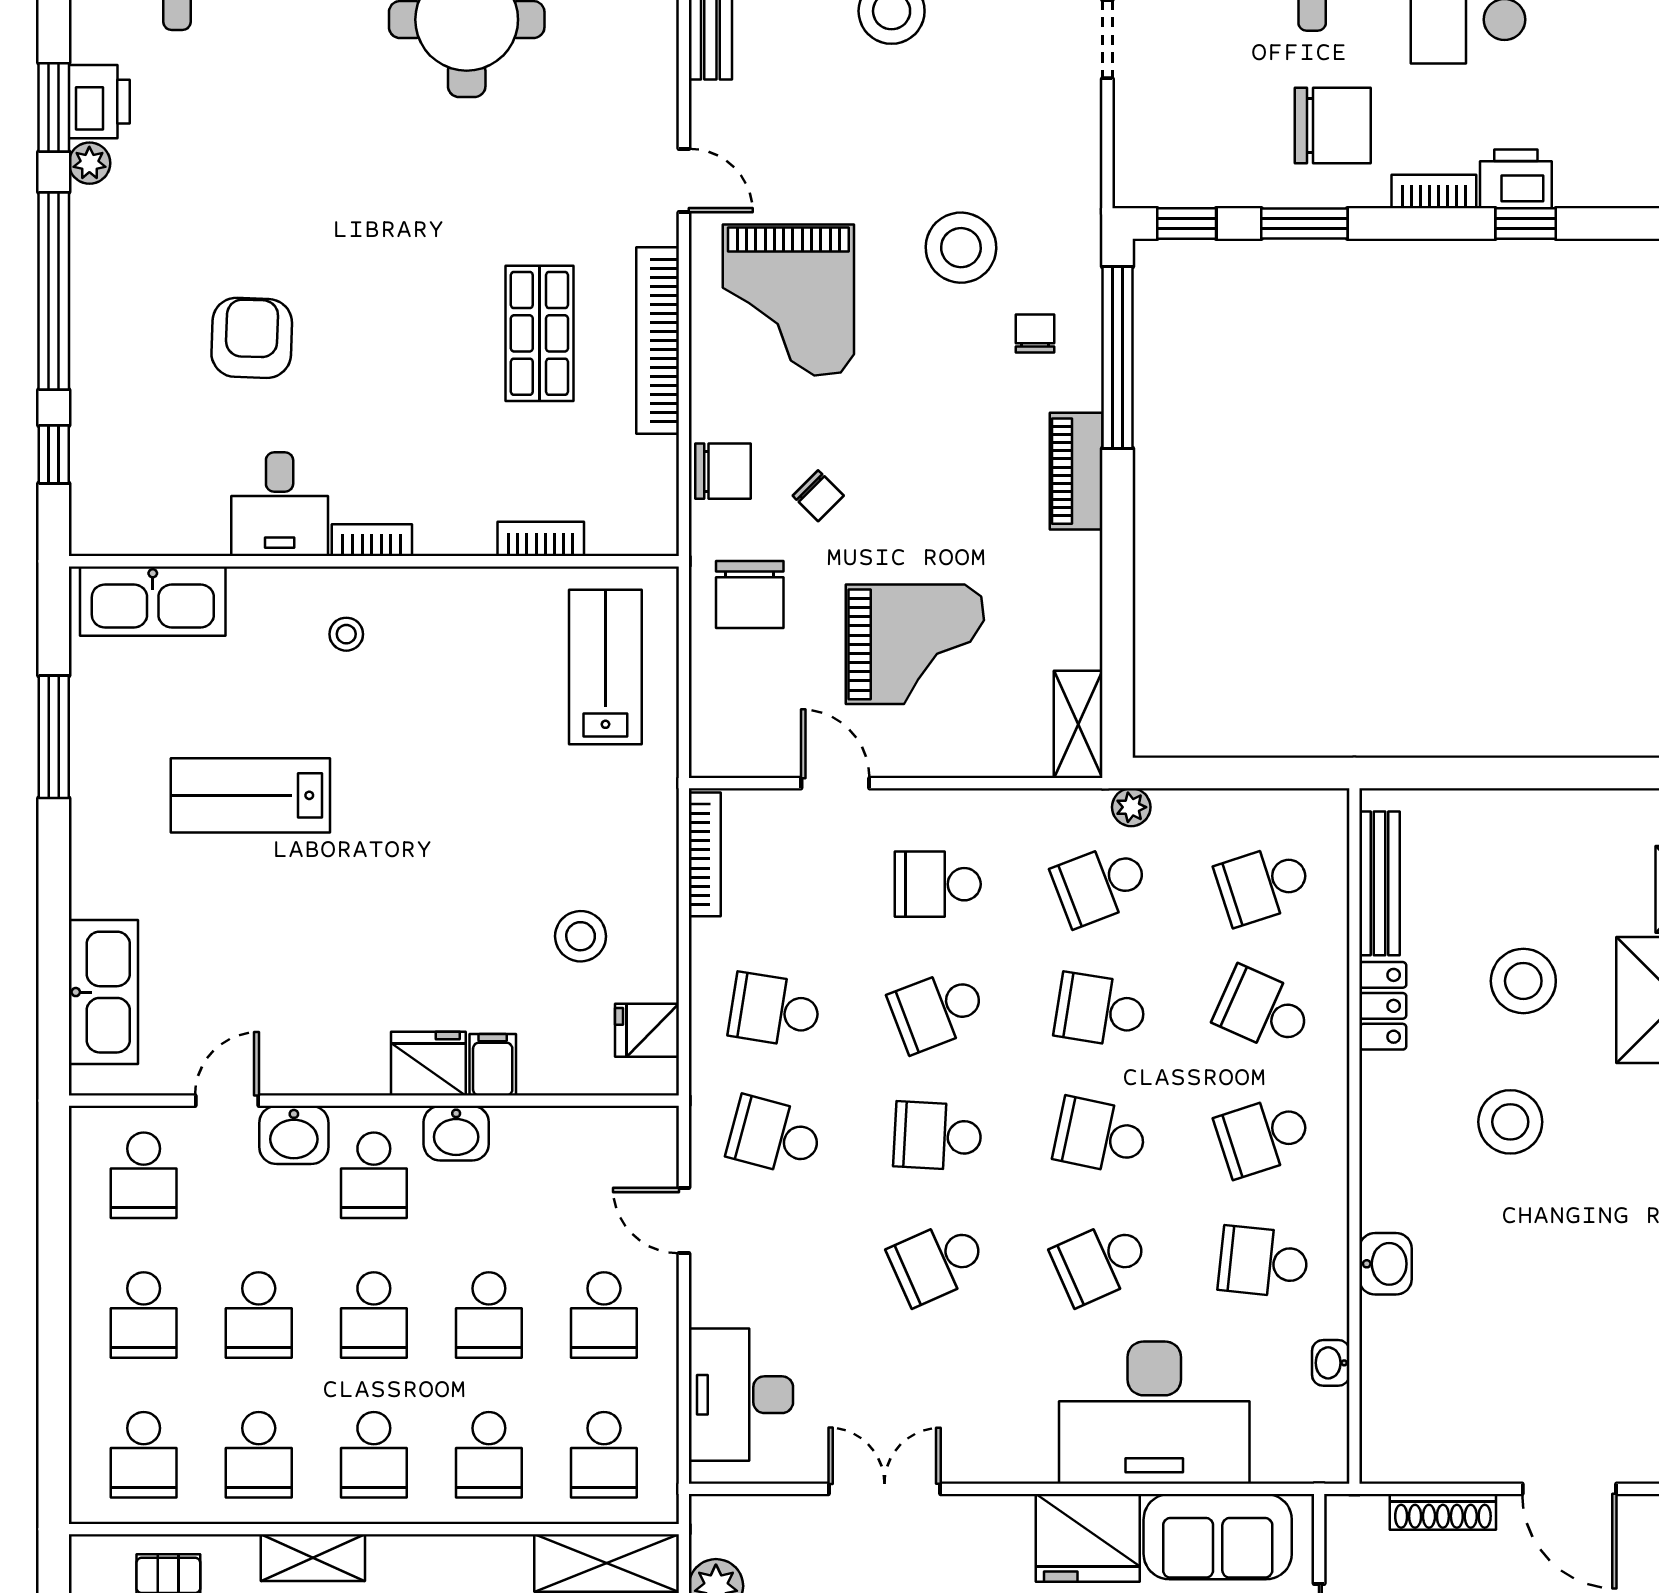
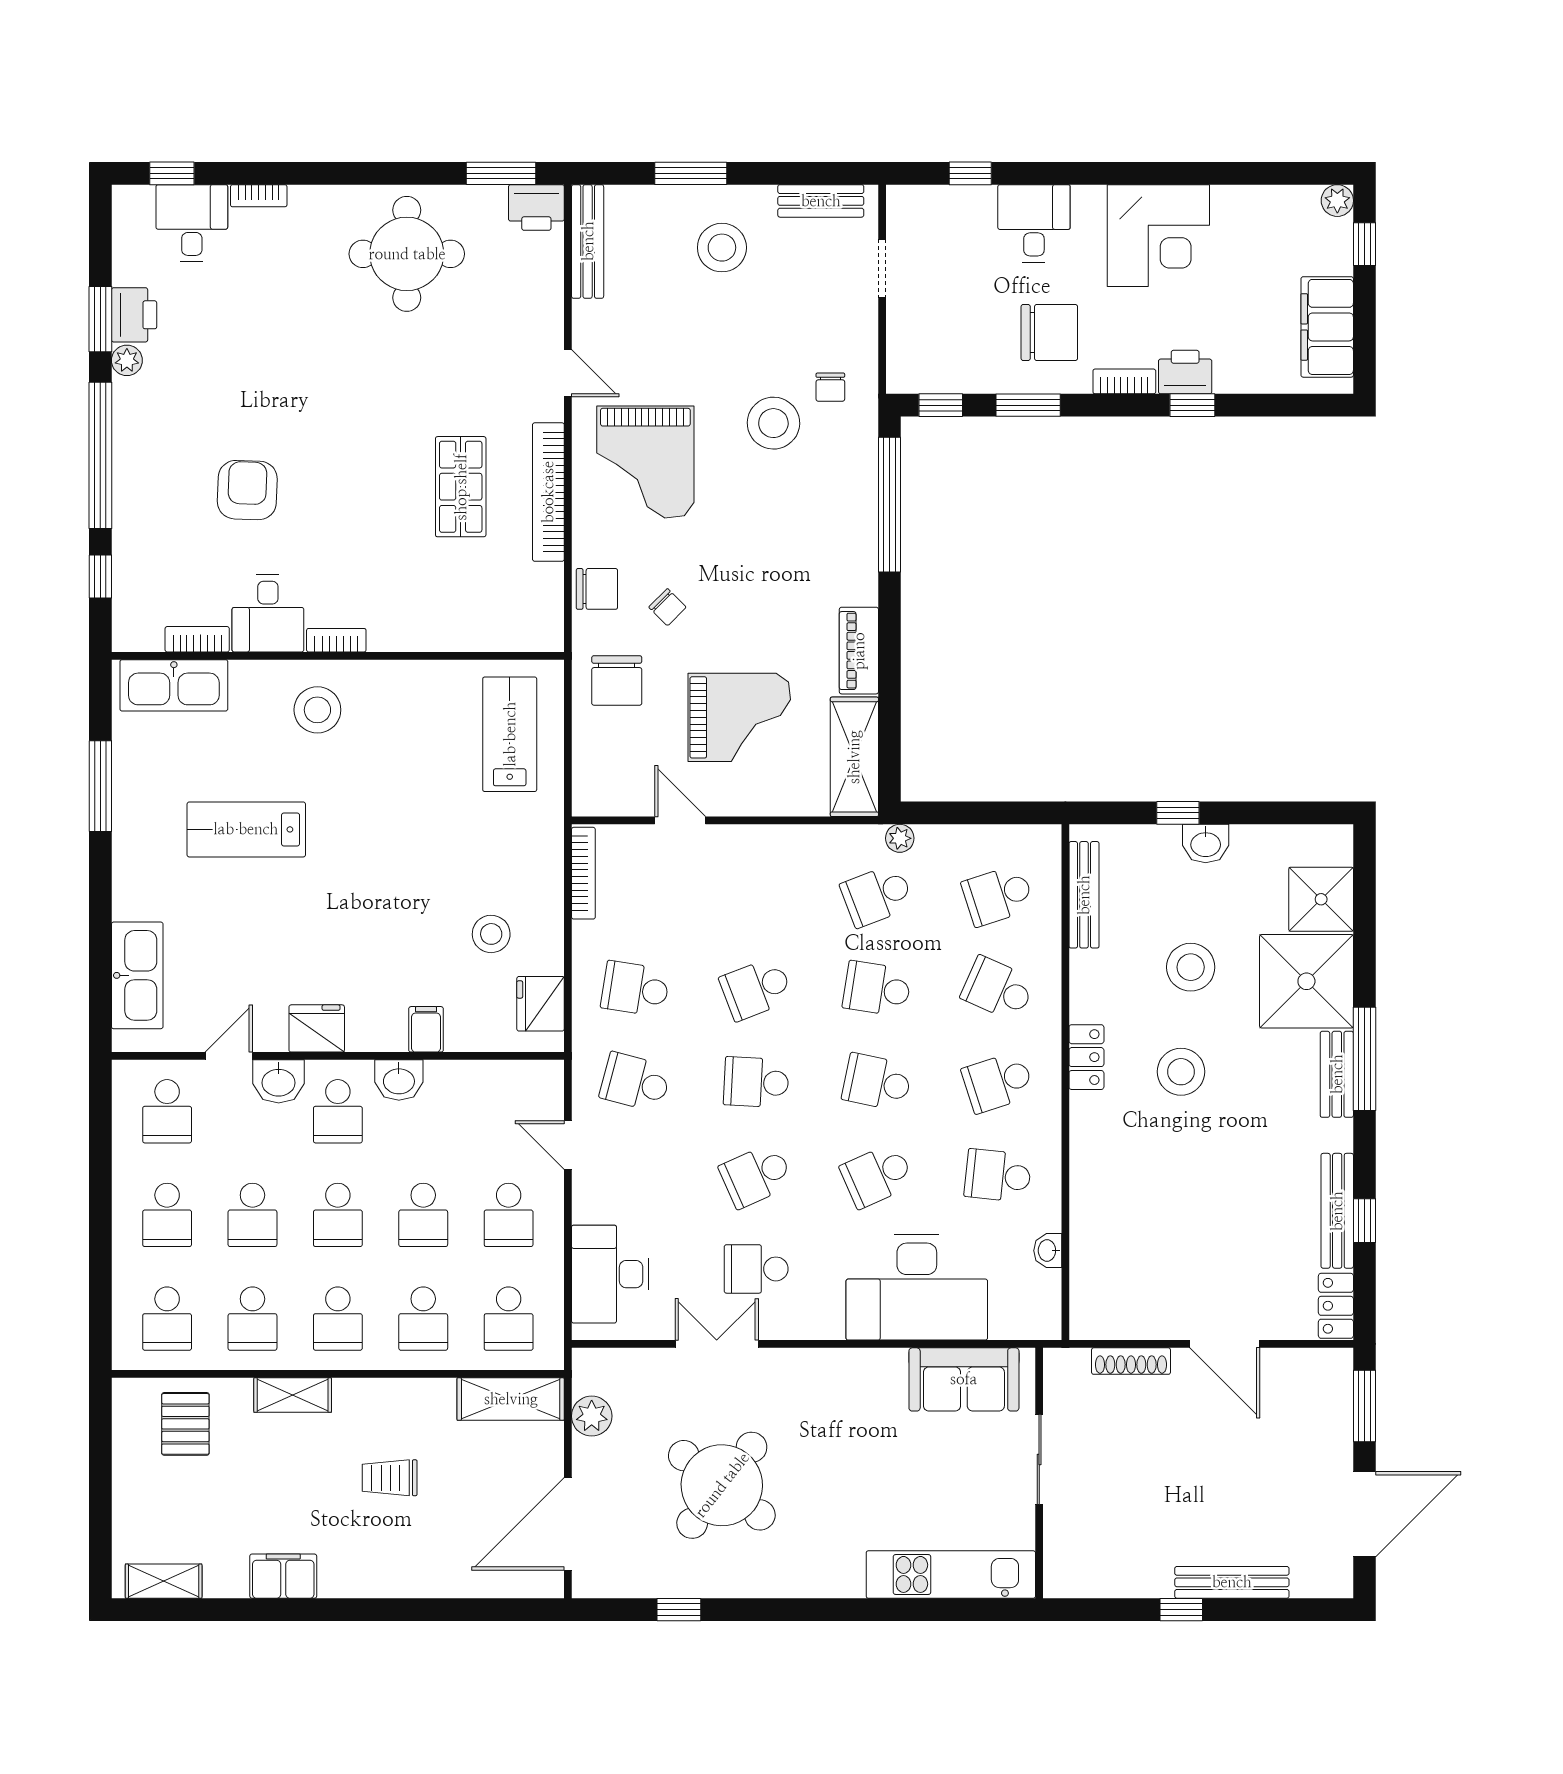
chair: (1035, 333) -> (830, 387), moved, turned 180
piano: (1076, 471) -> (859, 651), moved
bookcase: (541, 539) -> (197, 639), moved
stool: (346, 634) -> (317, 710), width x1.89, depth x1.89
shelving: (1078, 724) -> (854, 757), width x1.50, depth x1.33
window: (1506, 773) -> (1178, 813), added
school desk: (938, 884) -> (756, 1269), moved
locker: (1383, 1006) -> (1086, 1057), moved
fridge: (647, 1030) -> (541, 1004), width x1.38
fridge: (428, 1064) -> (317, 1028), moved
washbasin: (1386, 1264) -> (1206, 843), moved, turned 90
fridge: (1088, 1538) -> (868, 1380), removed

